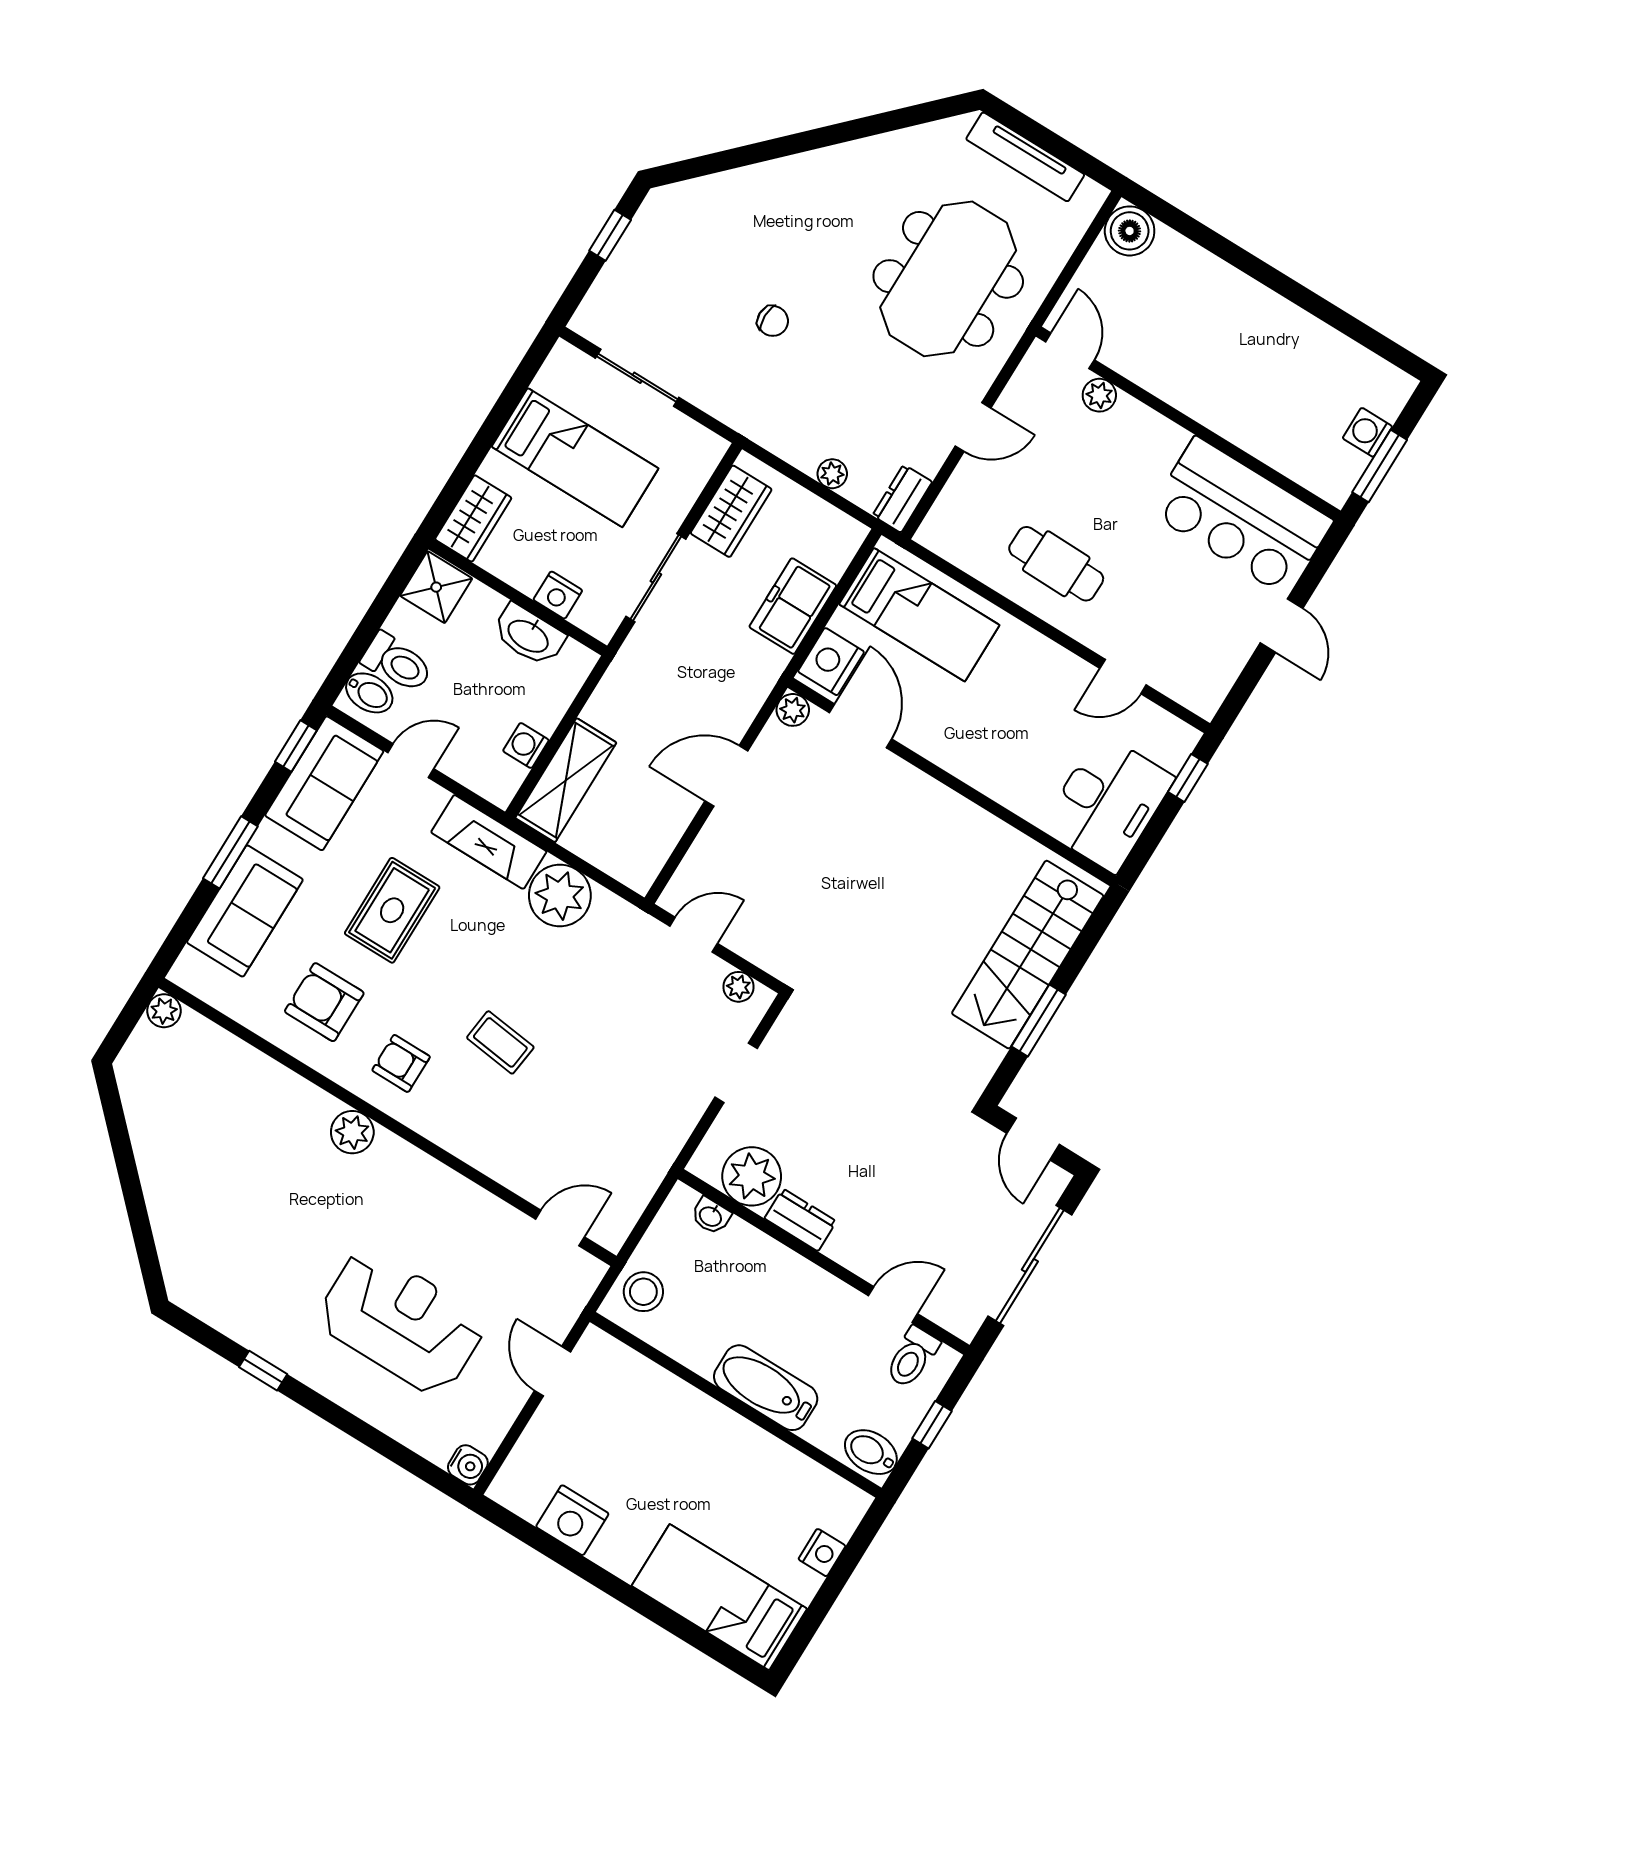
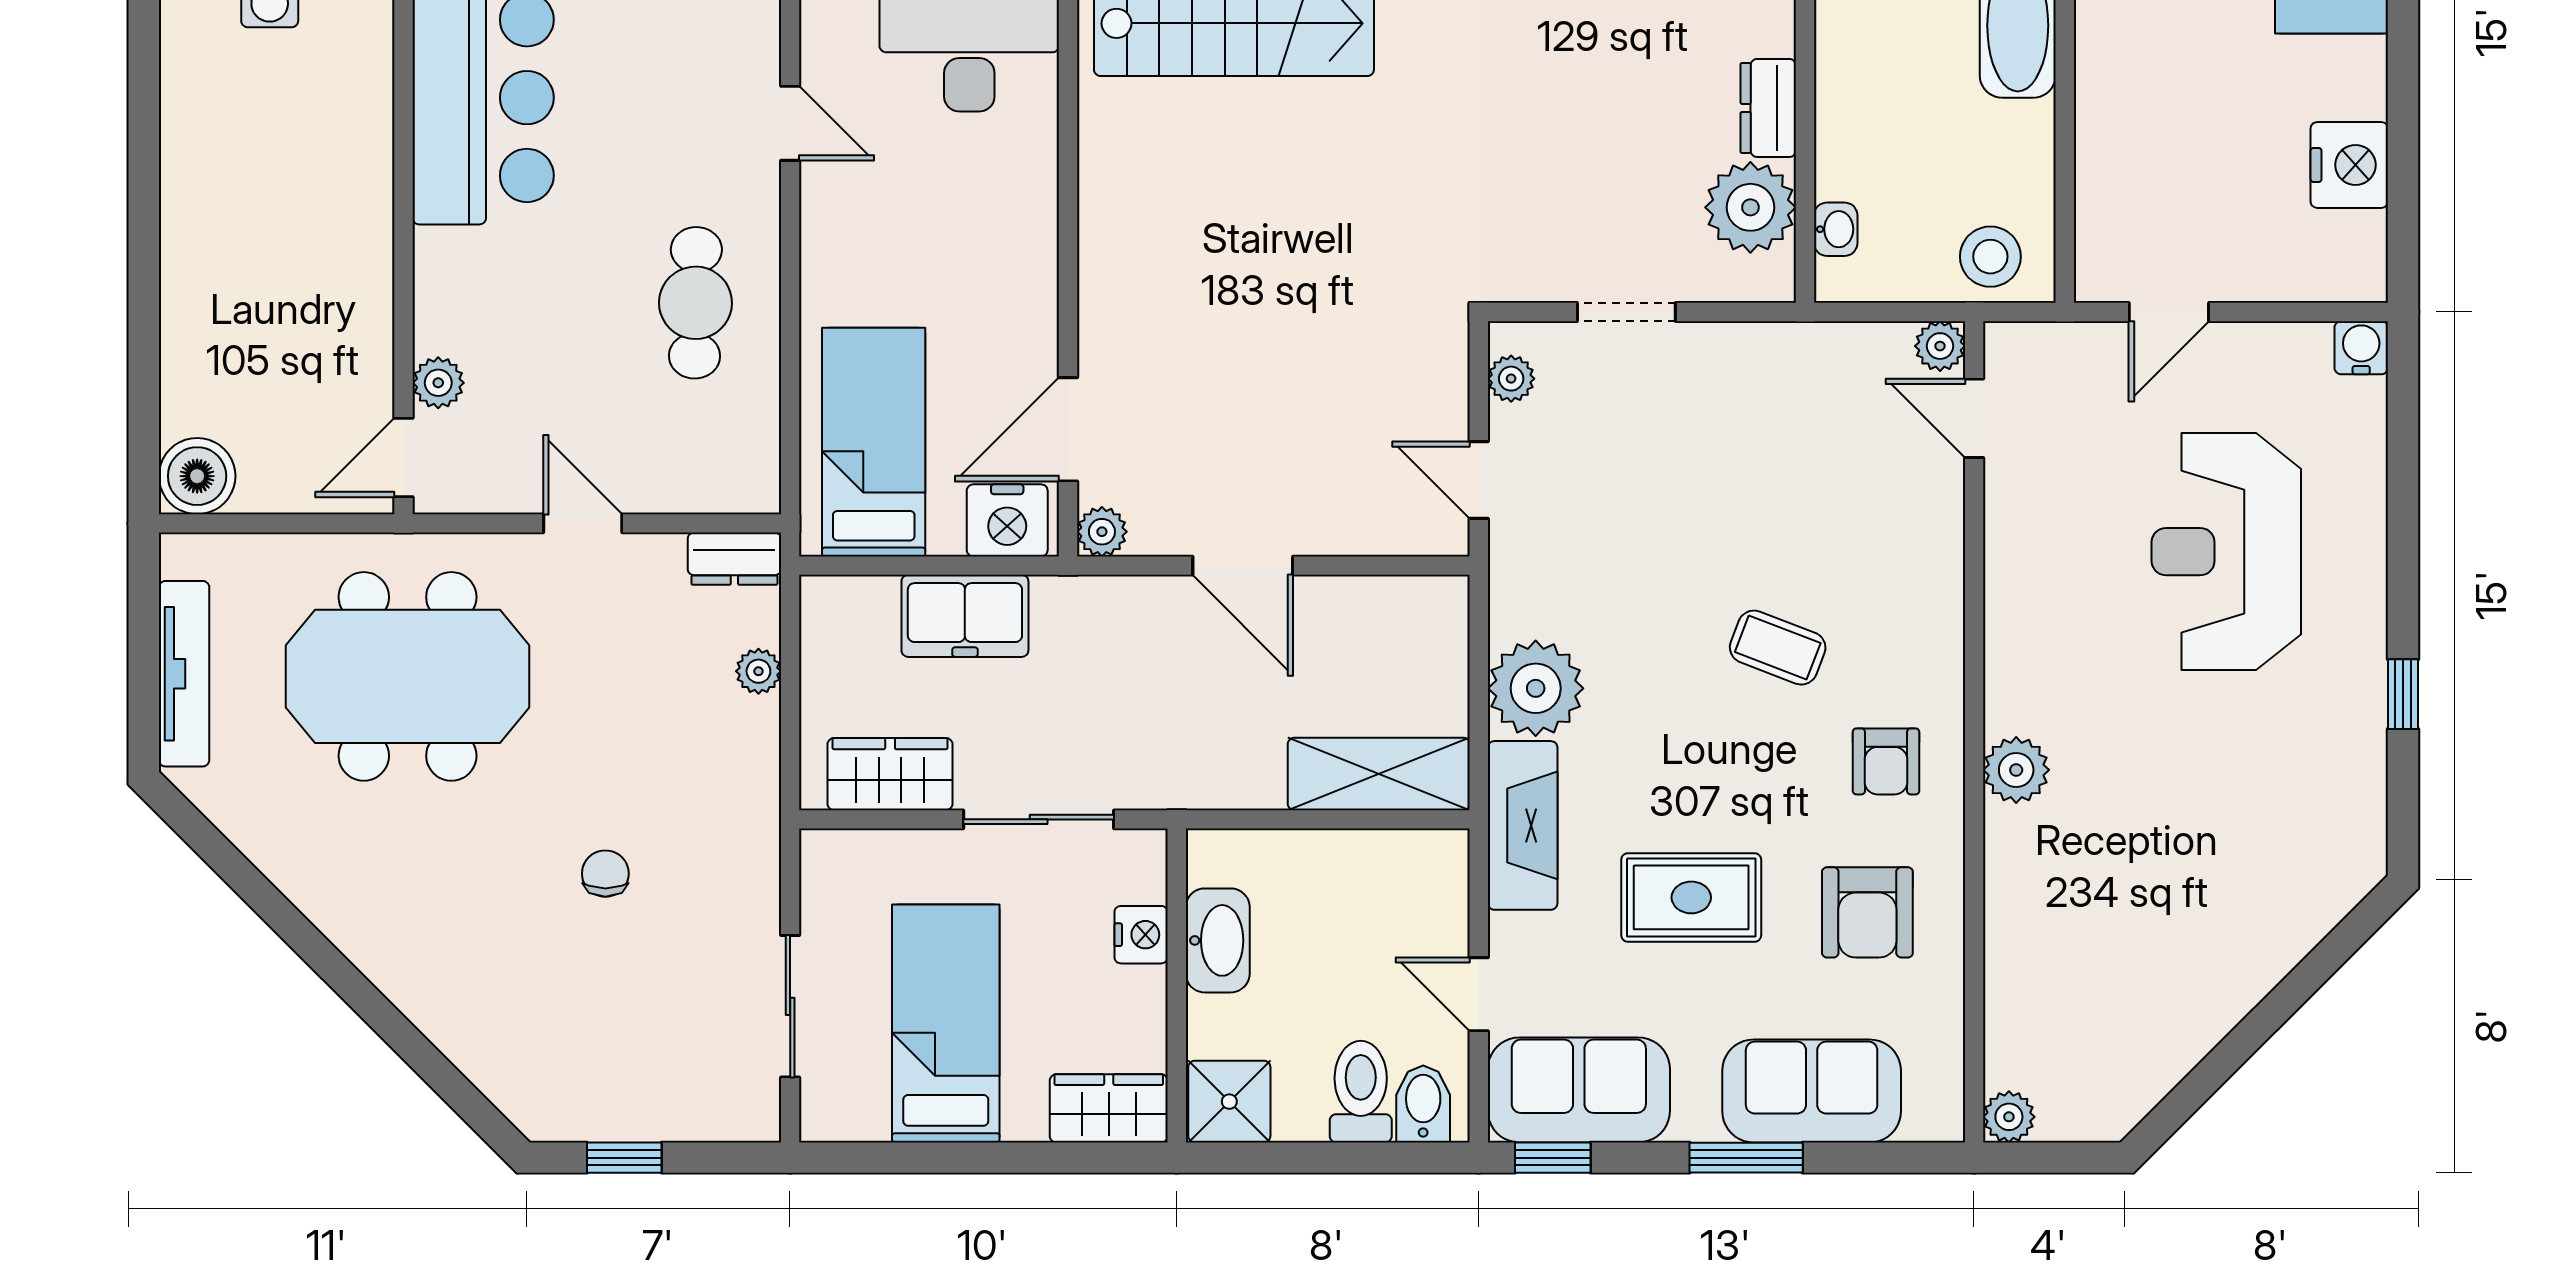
washing machine: (526, 745) -> (1365, 855), removed
coffee table: (500, 1042) -> (1778, 648), turned -76
plant: (611, 1234) -> (1940, 346), added

